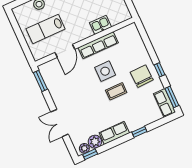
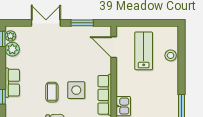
door: (65, 51) -> (114, 47), moved
window: (40, 81) -> (82, 23), moved
row of seats: (114, 133) -> (12, 83), moved

